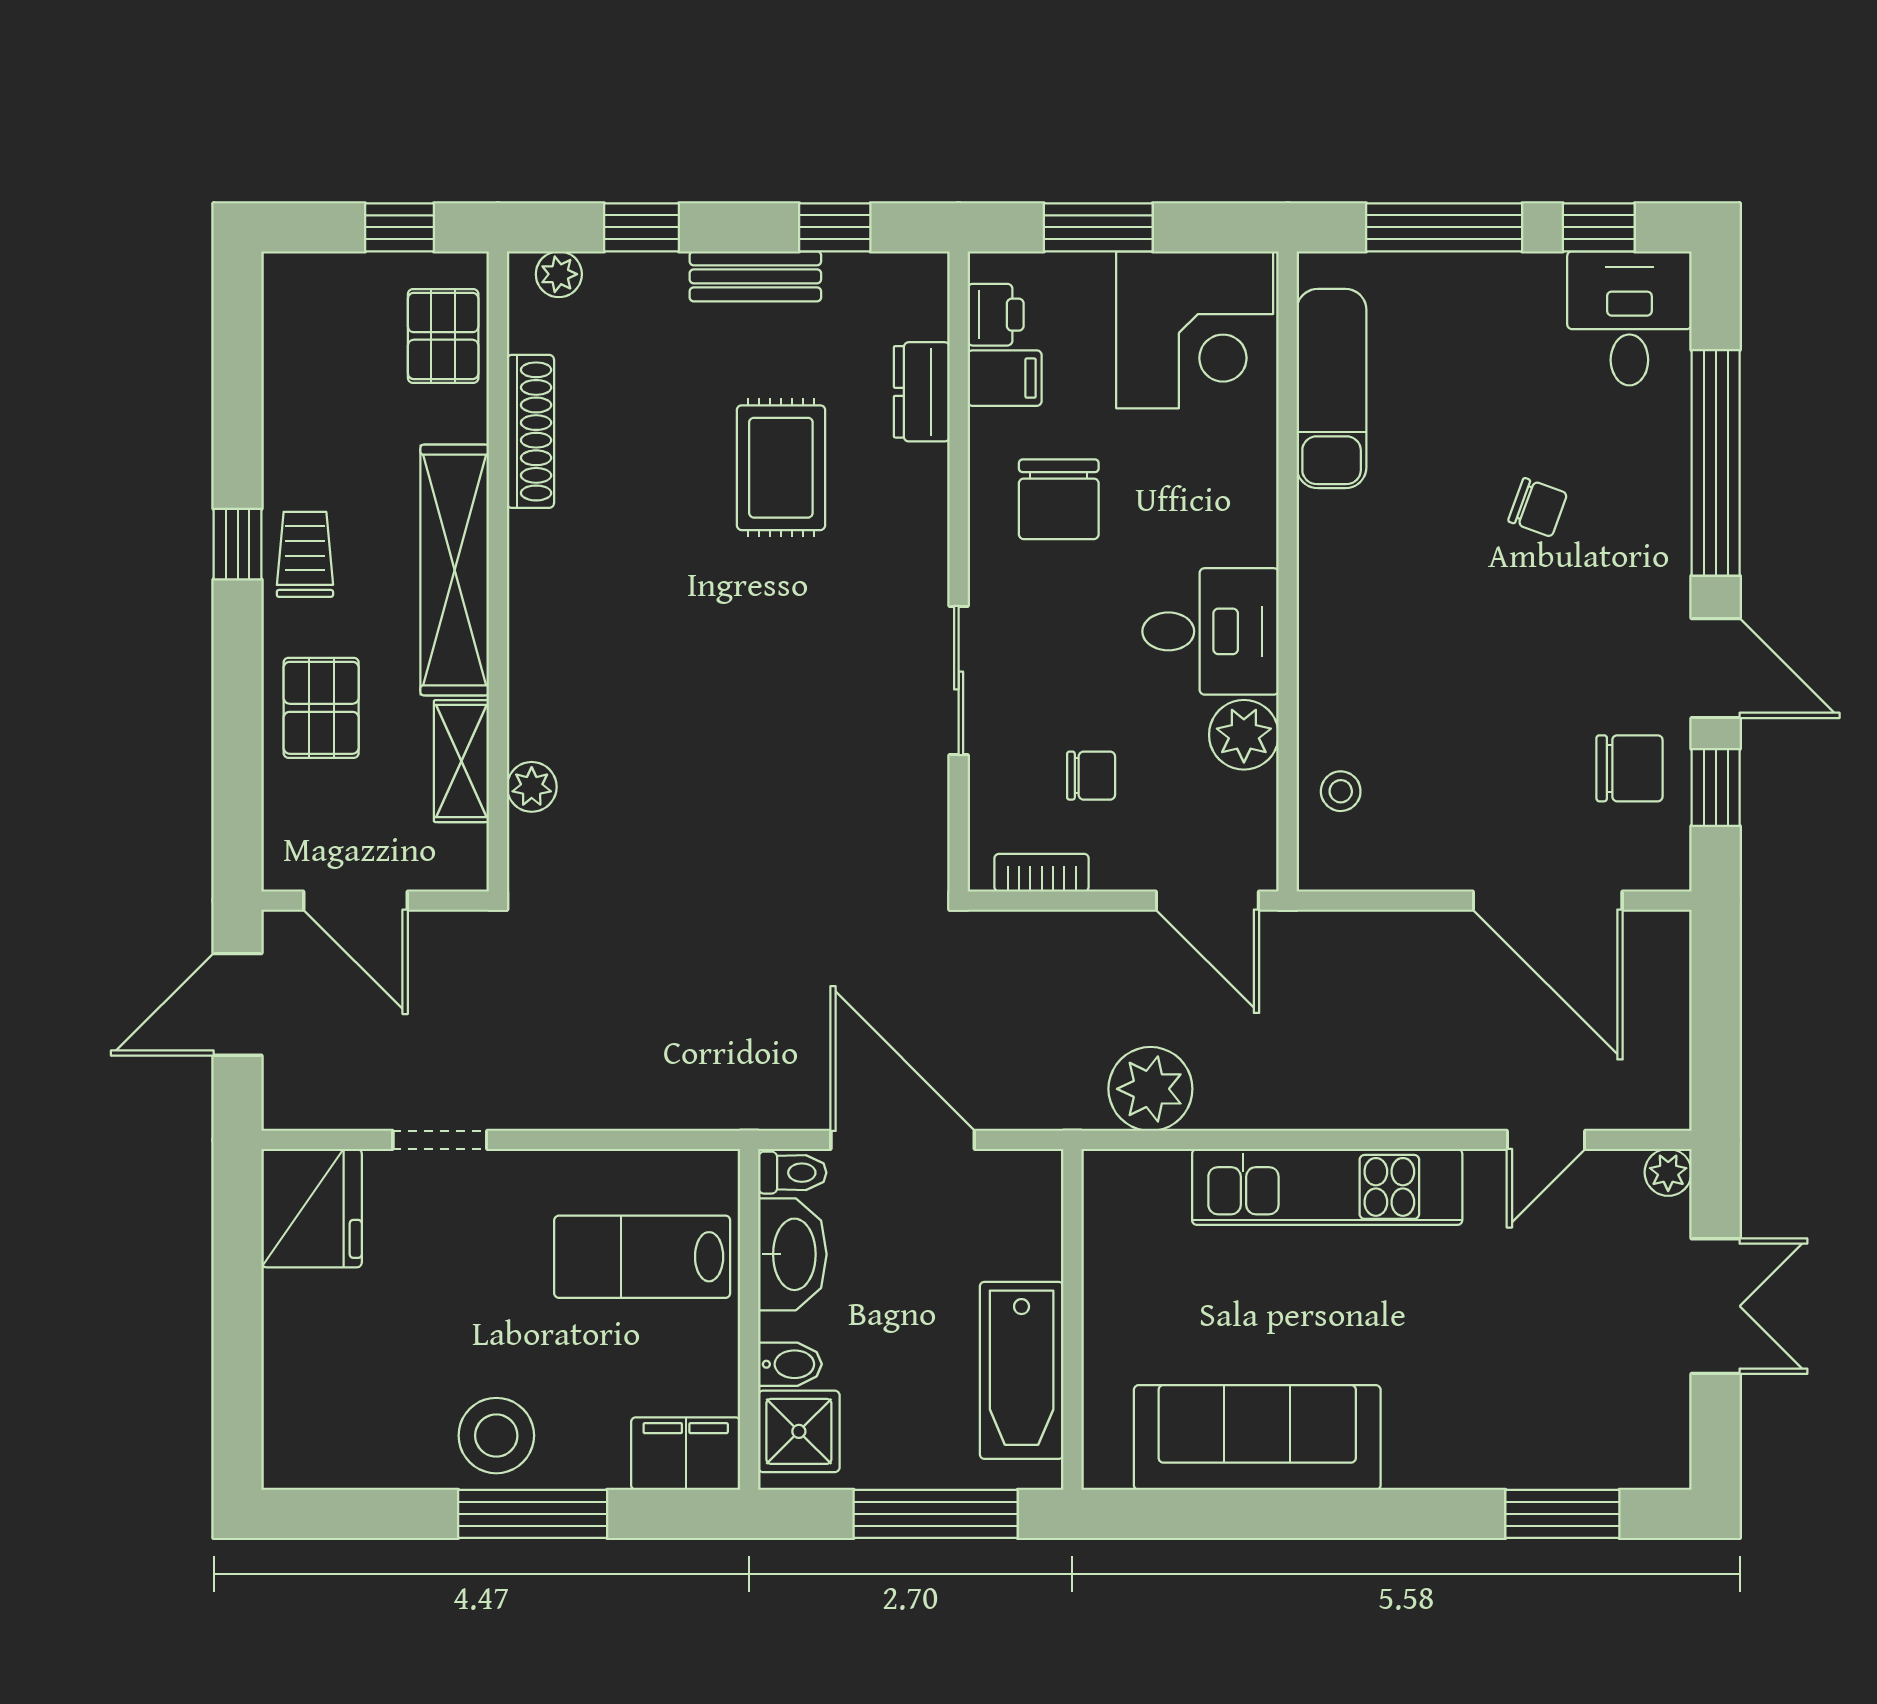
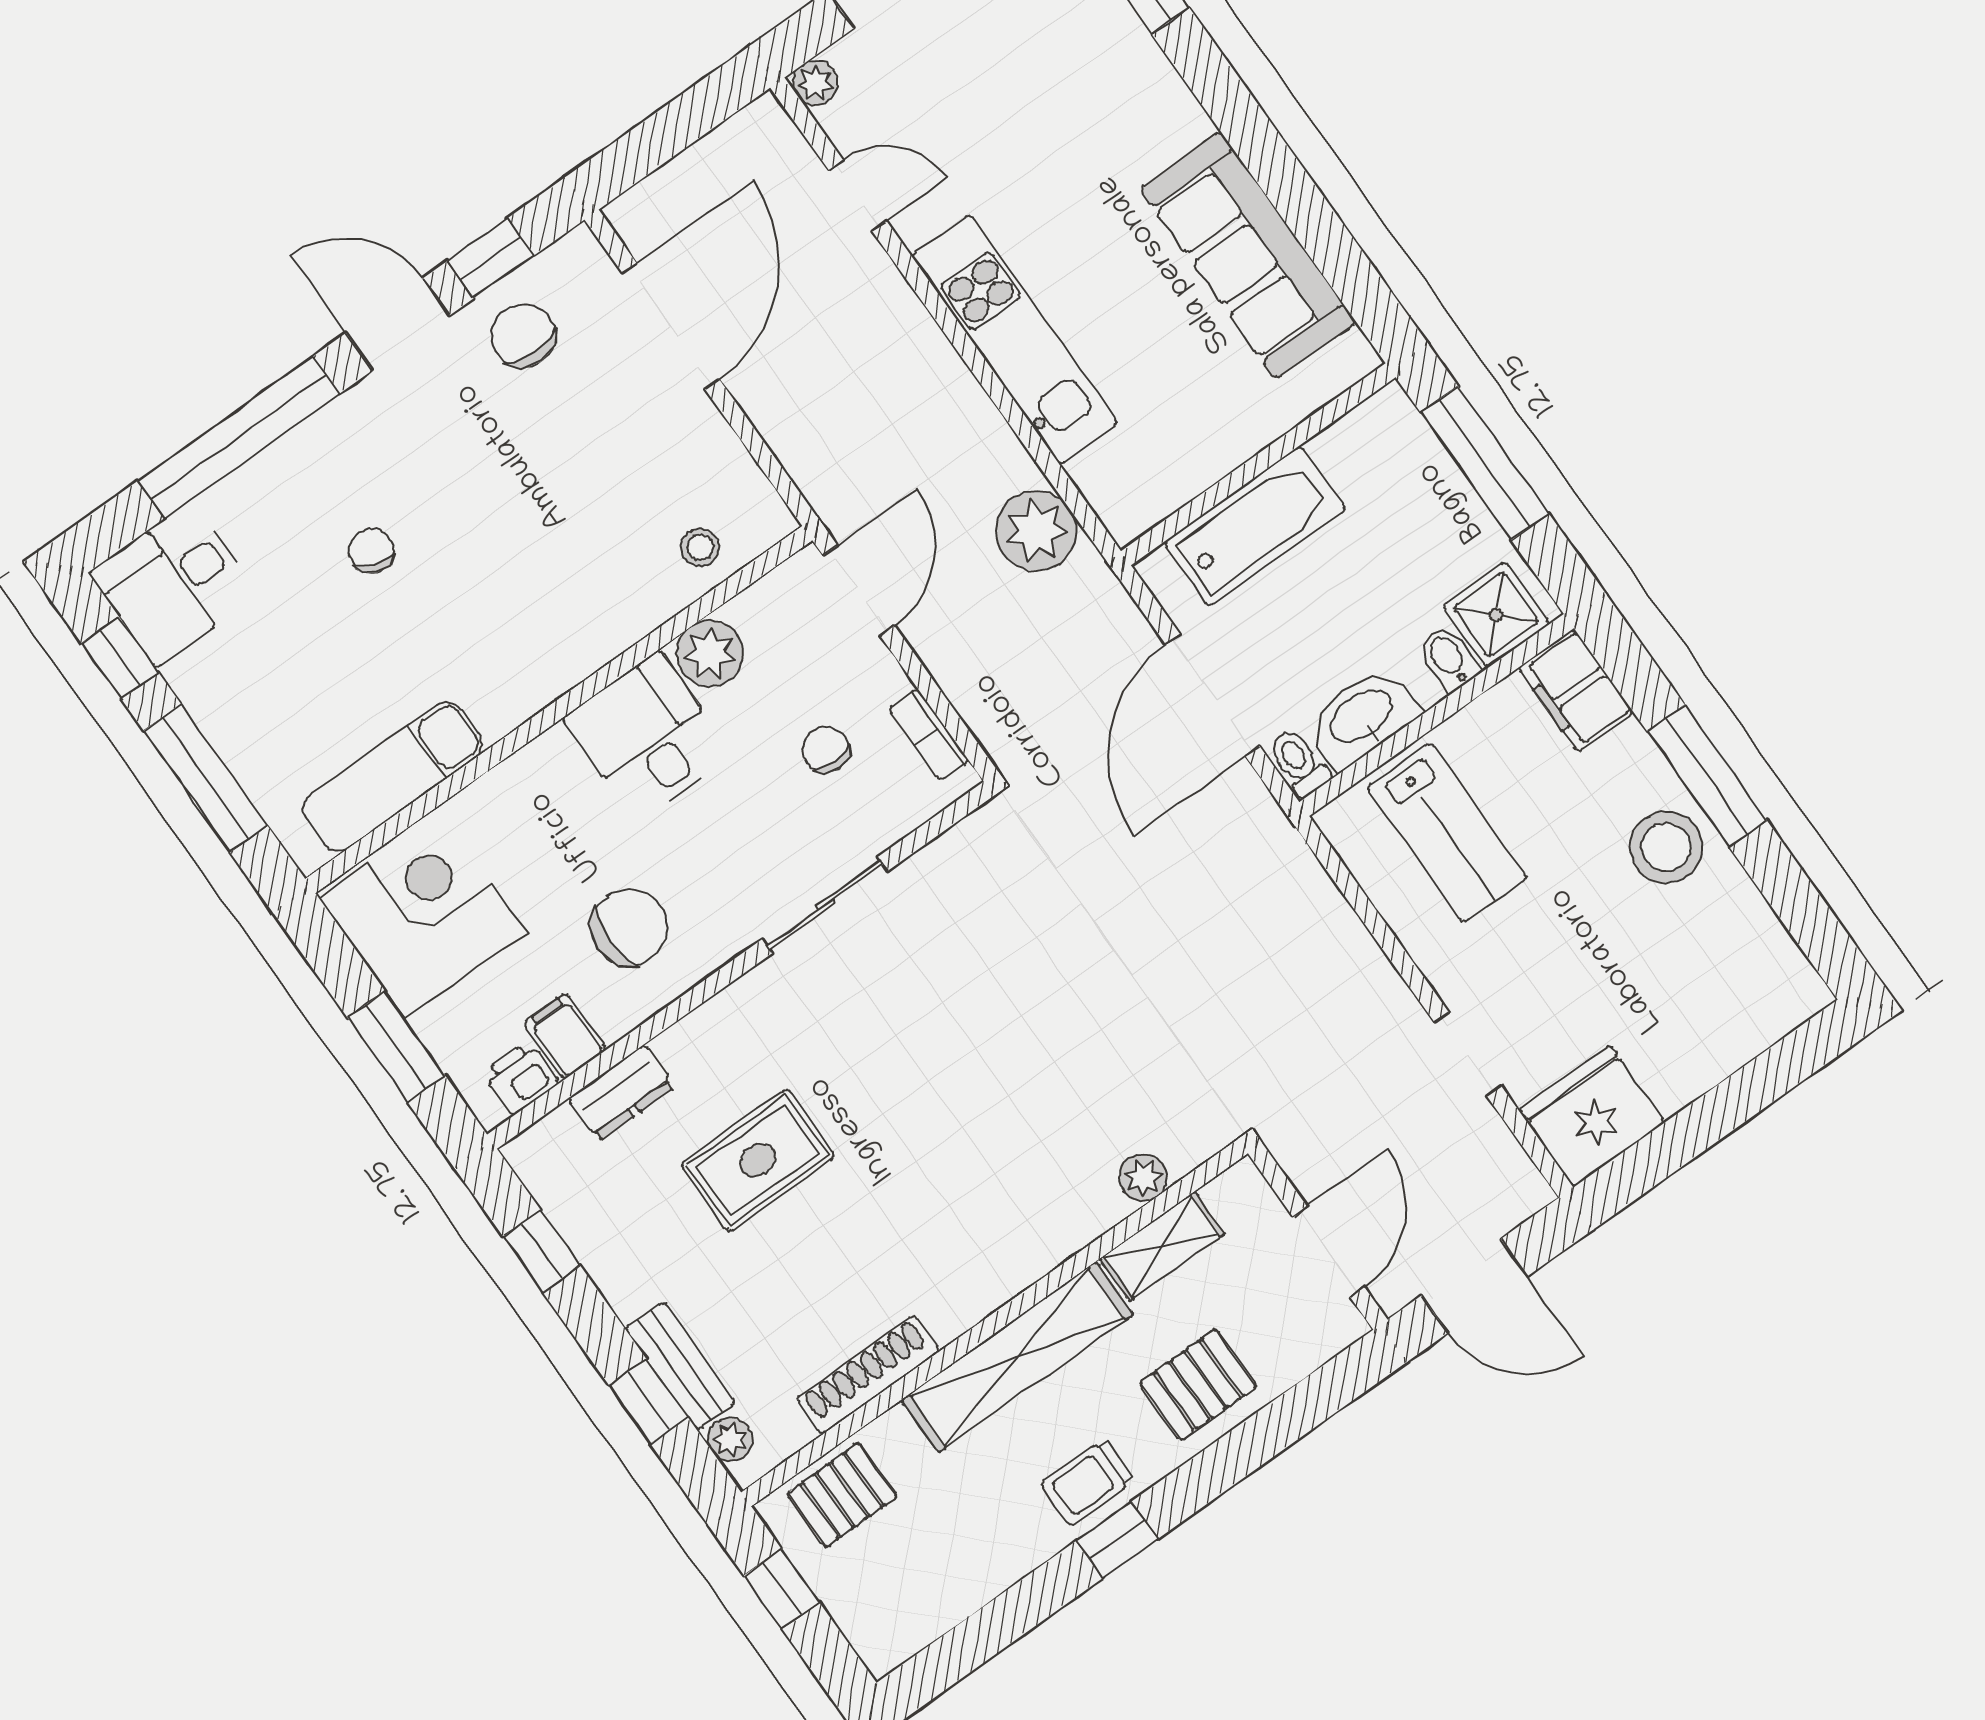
bench: (755, 276) -> (680, 1366), moved
door: (1716, 668) -> (398, 324), hinge flipped
bathtub: (1022, 1370) -> (1255, 526), moved

